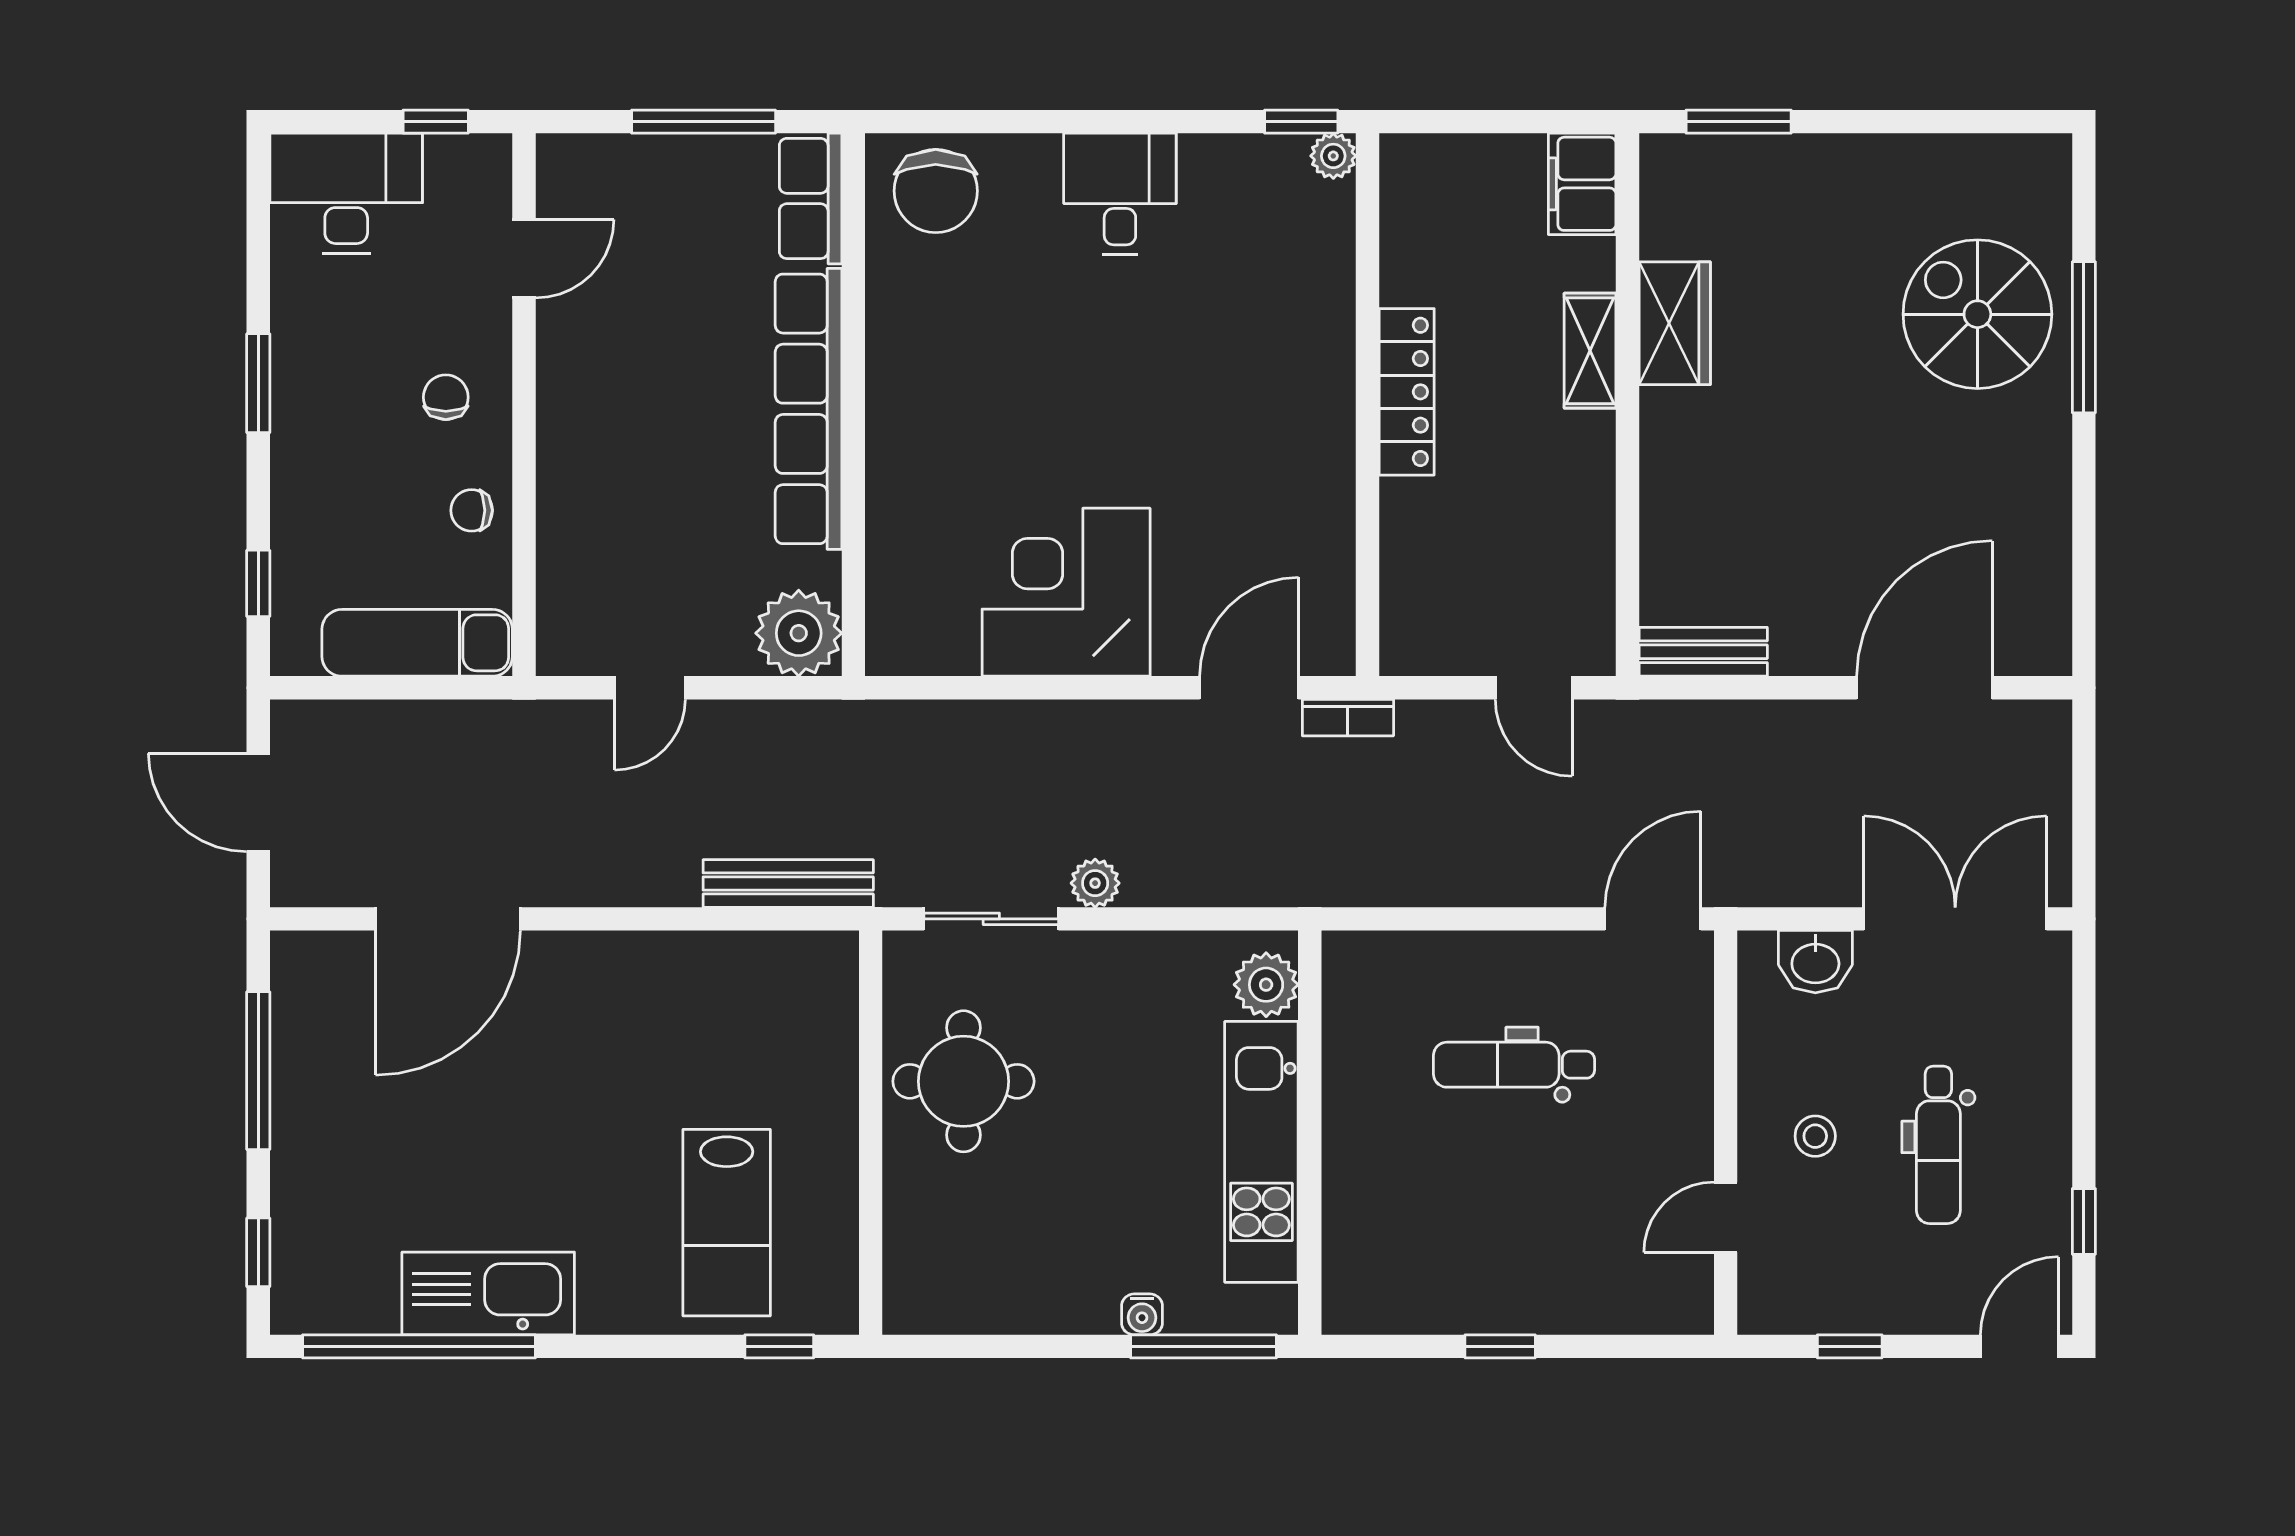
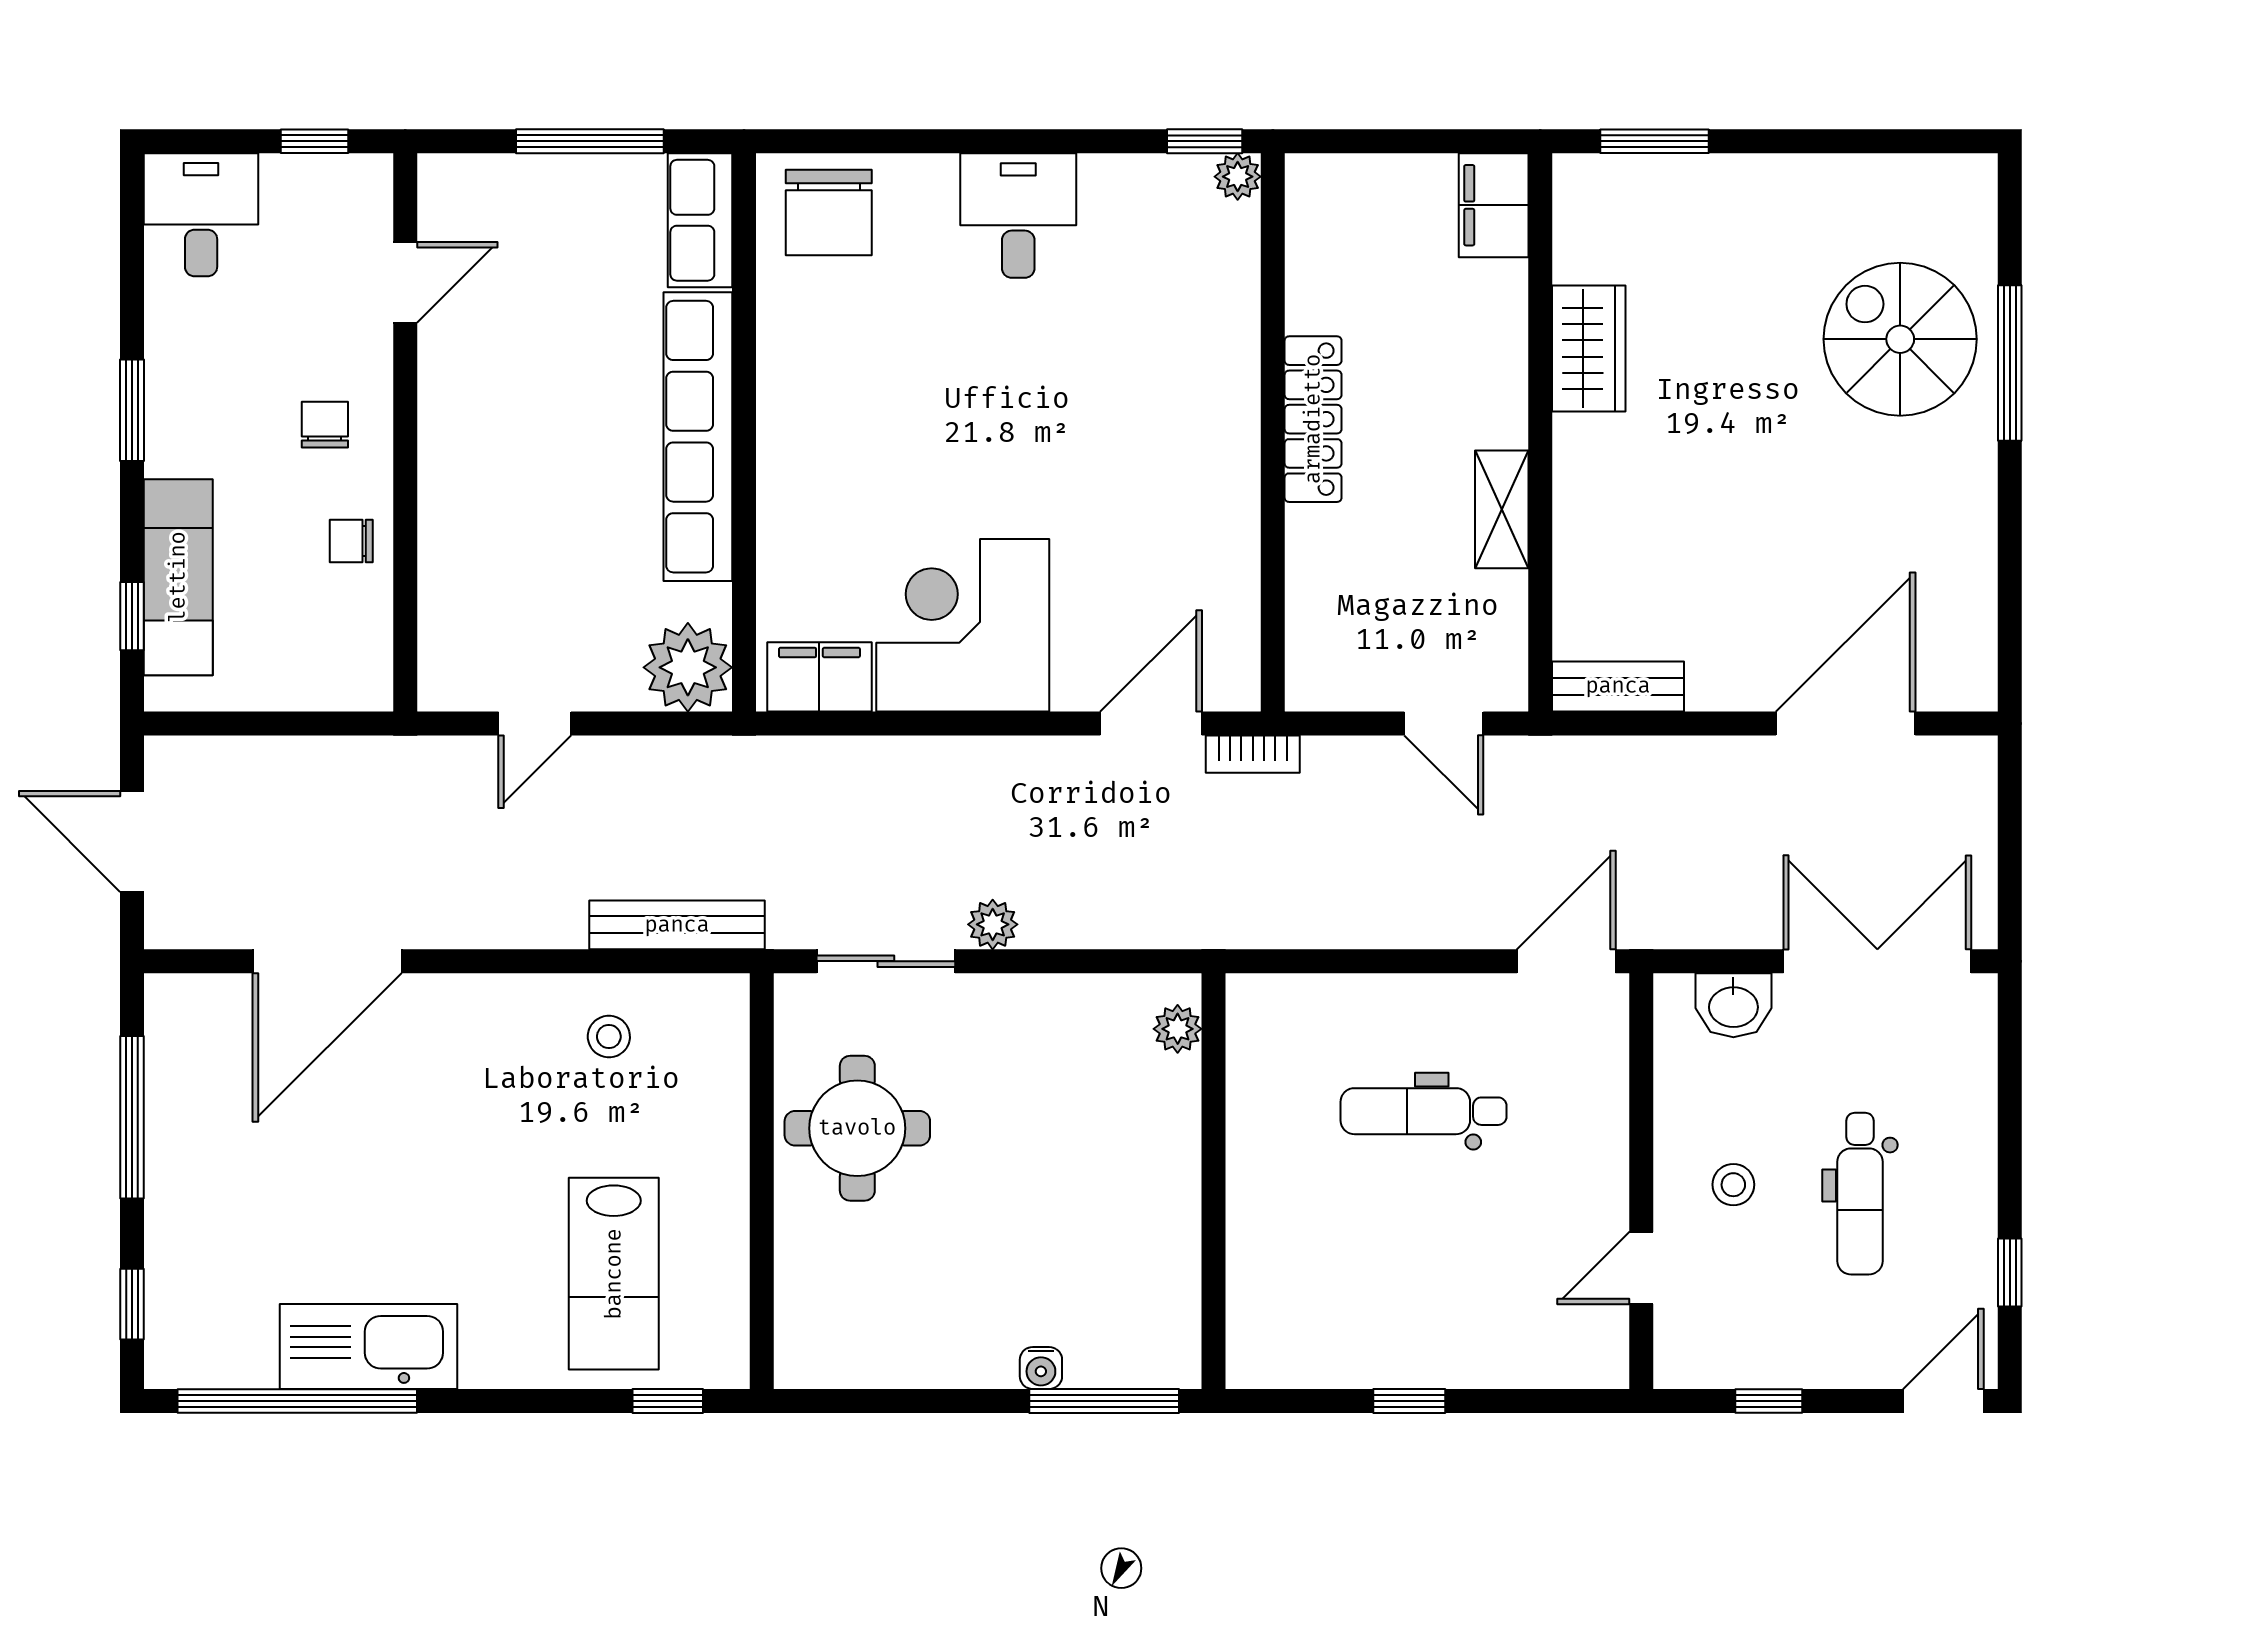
desk: (346, 193) -> (201, 215), width x0.73
shelving: (1590, 351) -> (1502, 509), moved
filing cabinet: (927, 642) -> (819, 677), added
exam couch: (417, 643) -> (178, 577), moved, turned 90
plant: (1266, 985) -> (1178, 1029), width x0.73, depth x0.73
stool: (722, 992) -> (609, 1037), added
kitchen unit: (1261, 1152) -> (1164, 1201), removed

